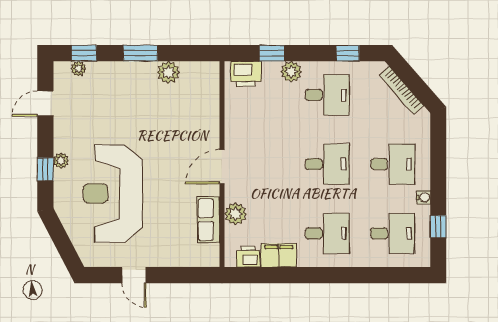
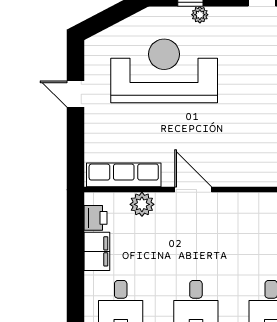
row of seats: (208, 220) -> (124, 175), width x1.48
door: (134, 275) -> (75, 94), hinge flipped

